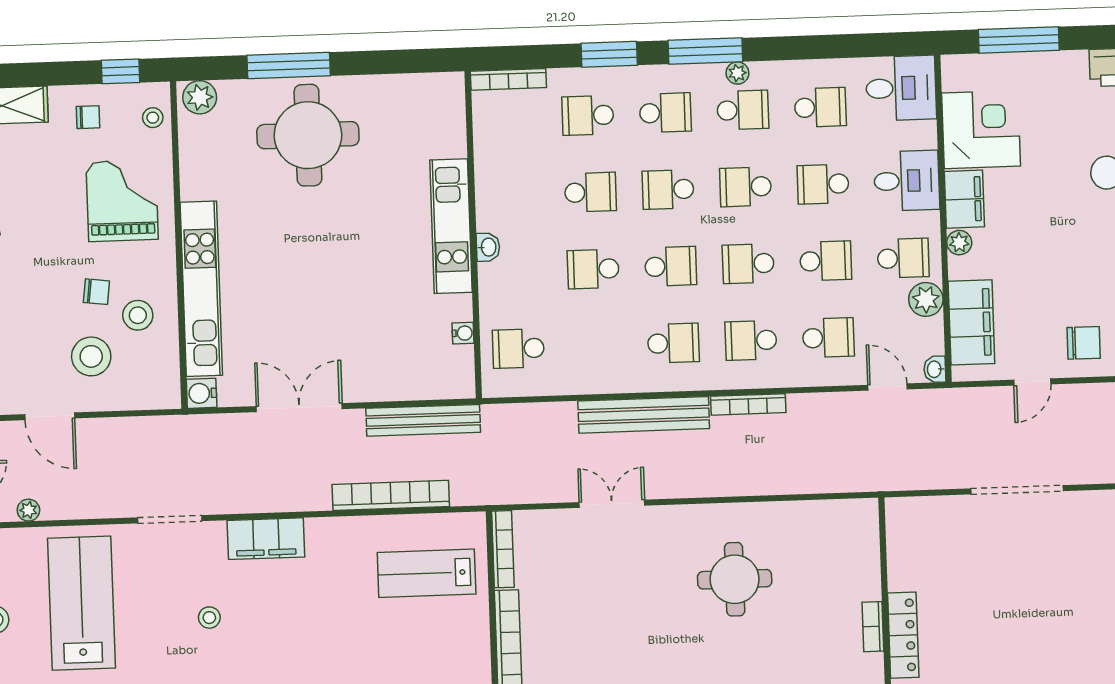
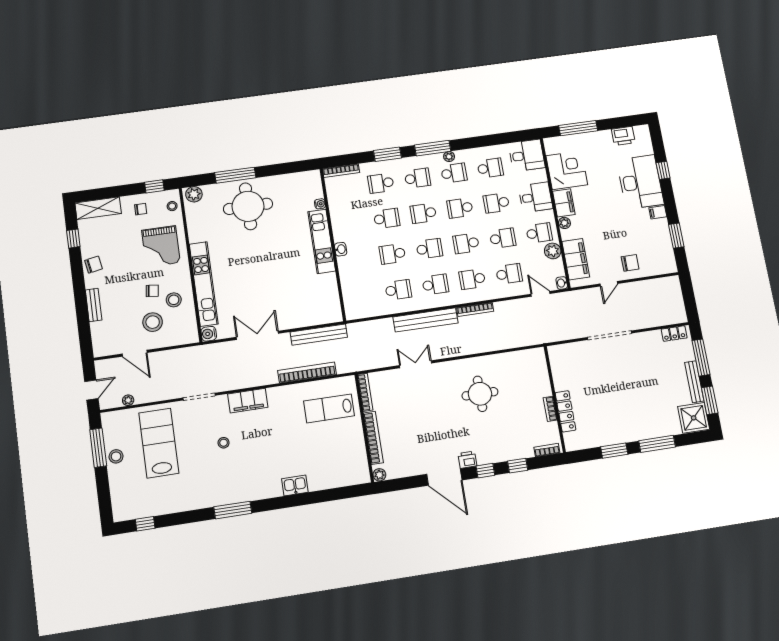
grand piano: (122, 201) -> (161, 246), turned 180
water cooler: (463, 333) -> (320, 204), moved
school desk: (518, 348) -> (398, 290), moved, turned 180

